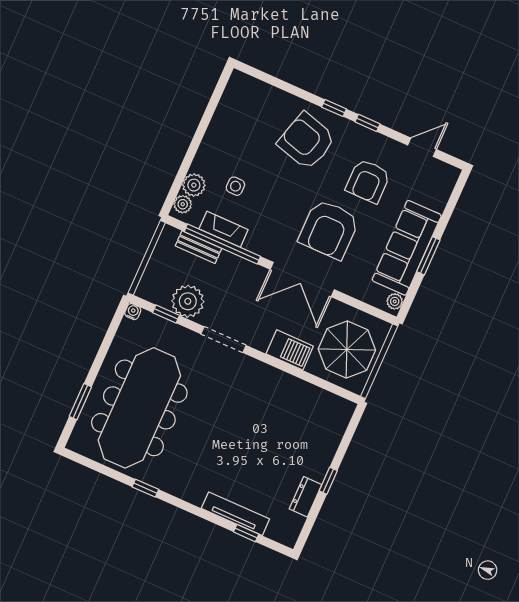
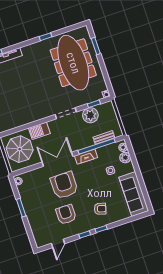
armchair: (307, 141) -> (100, 209), width x0.53, depth x0.53
fireplace: (224, 229) -> (86, 157), moved
sofa: (407, 248) -> (134, 194), moved, turned 180

